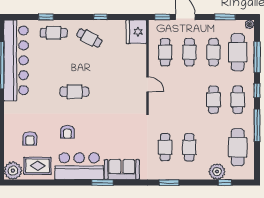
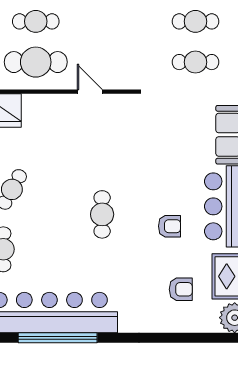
cafe table: (165, 52) -> (36, 62), width x1.37, depth x1.35
door: (148, 84) -> (90, 92), hinge flipped

